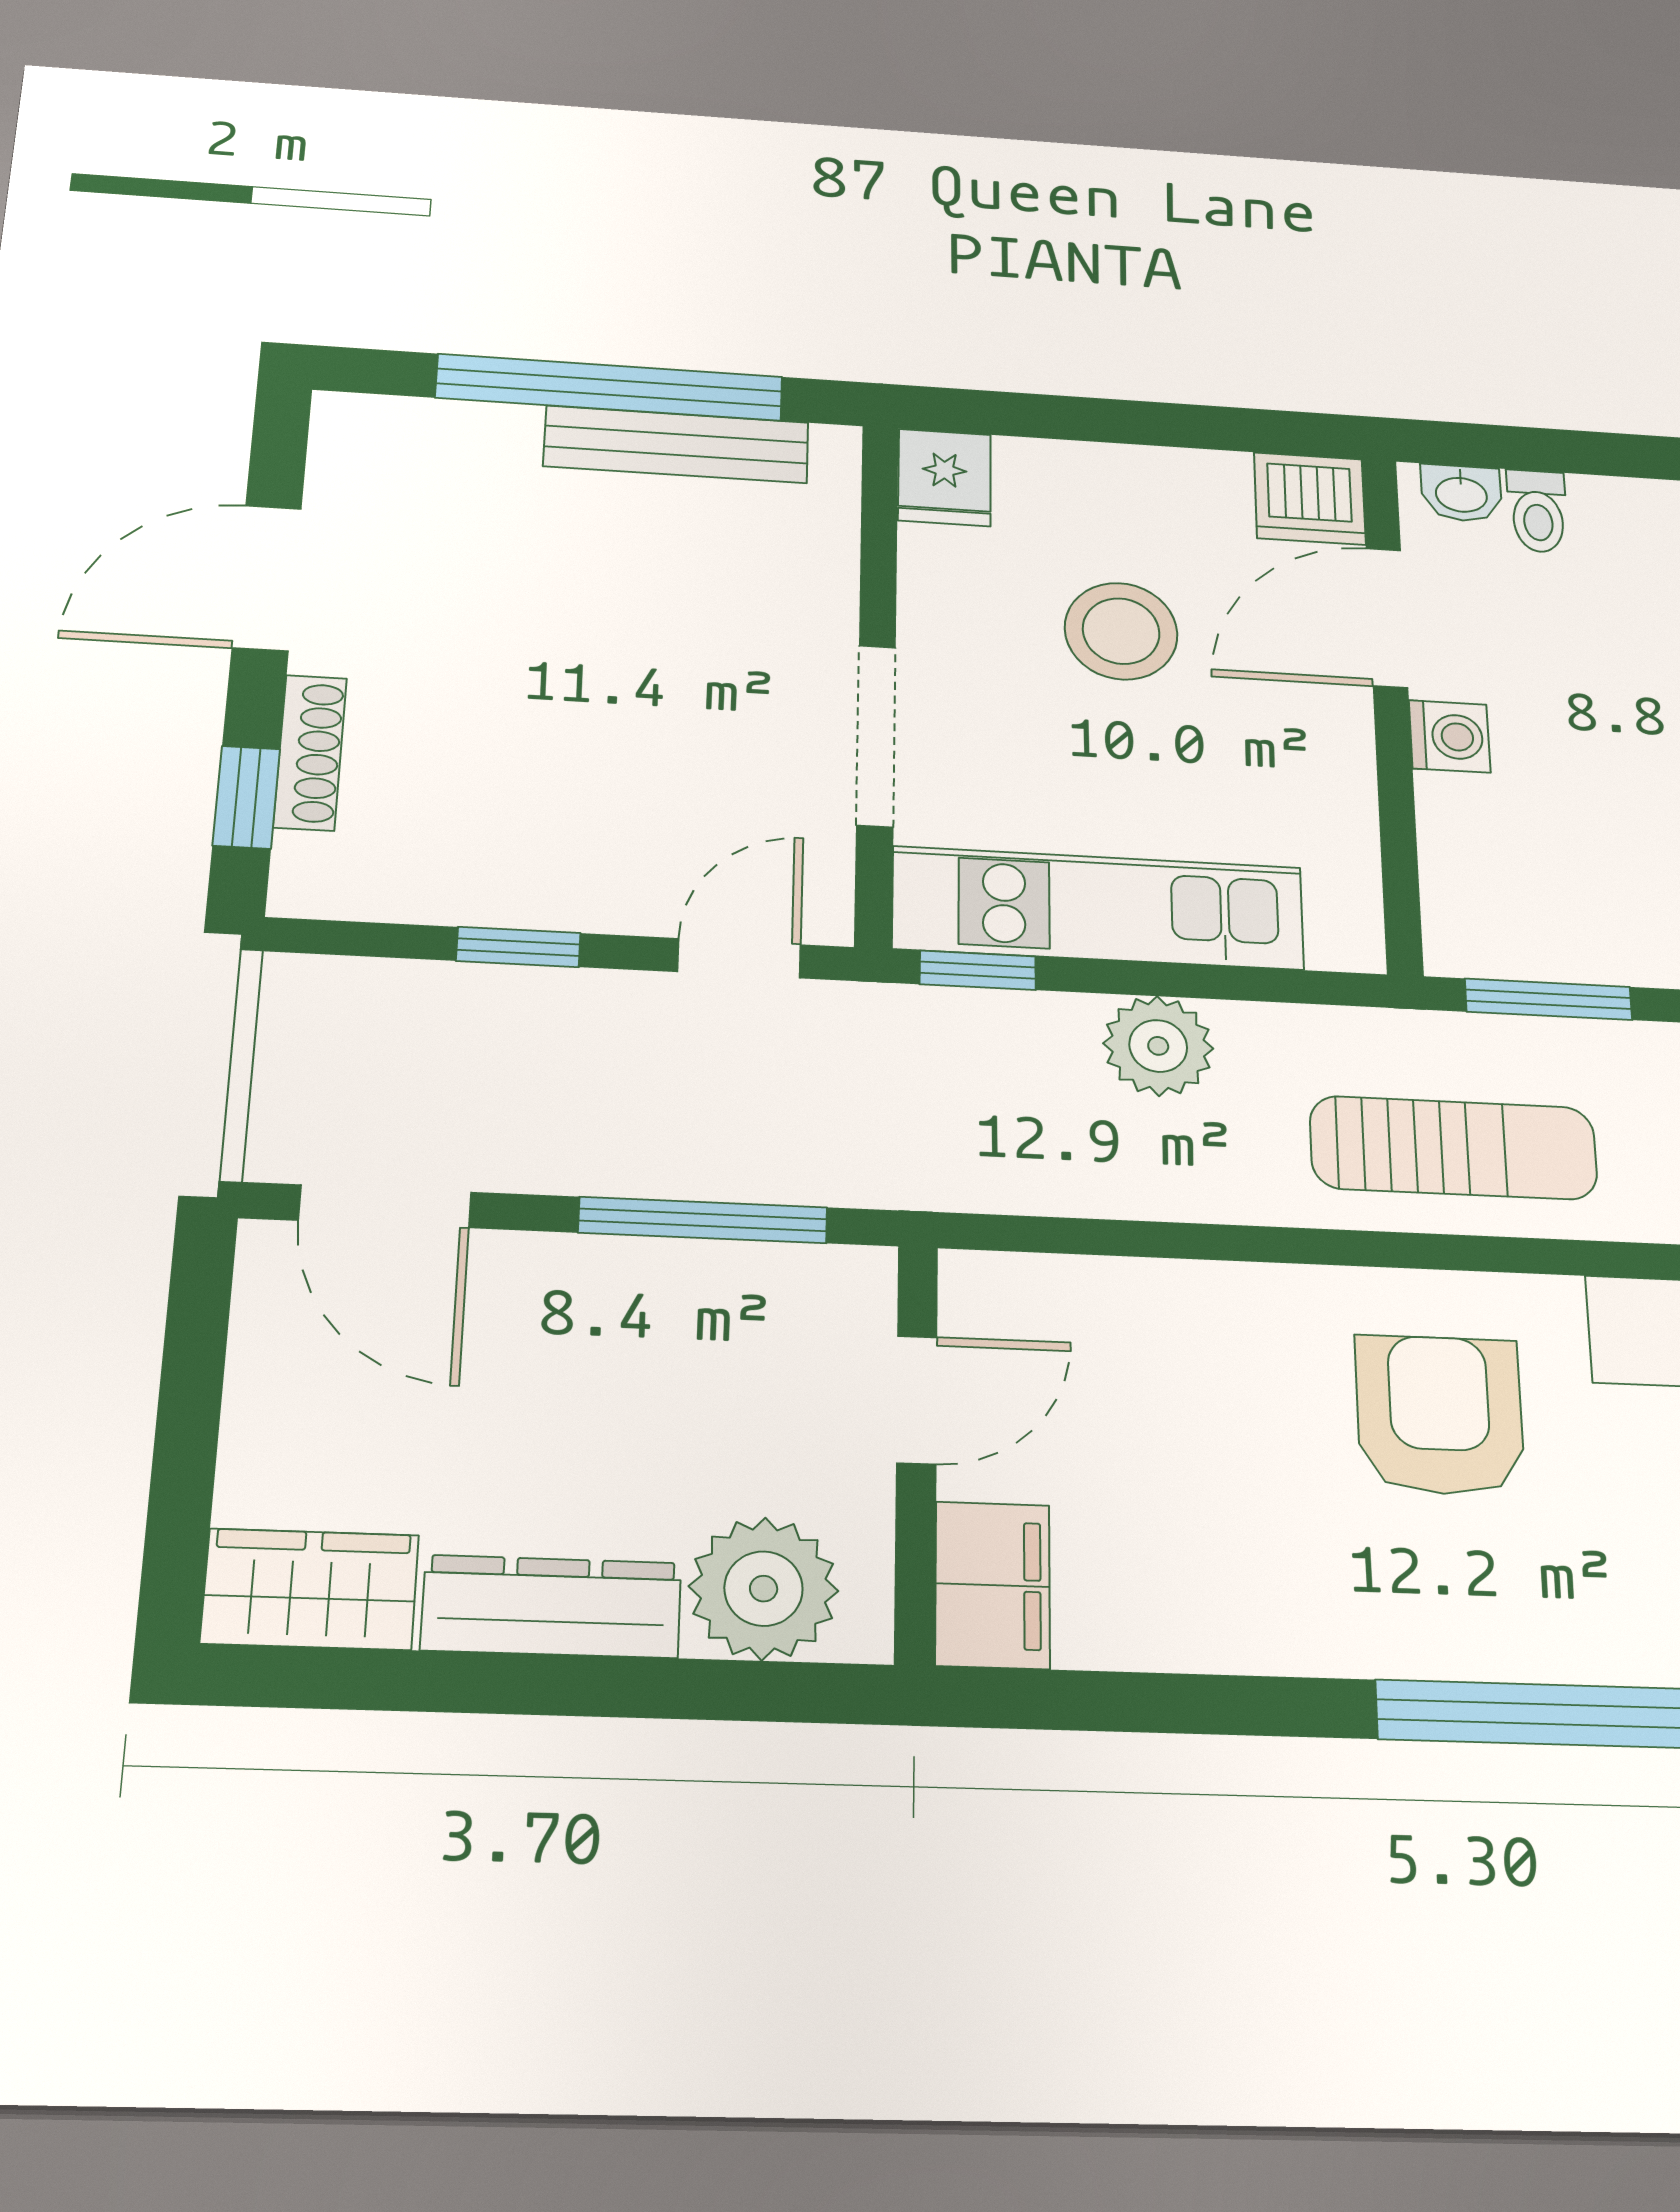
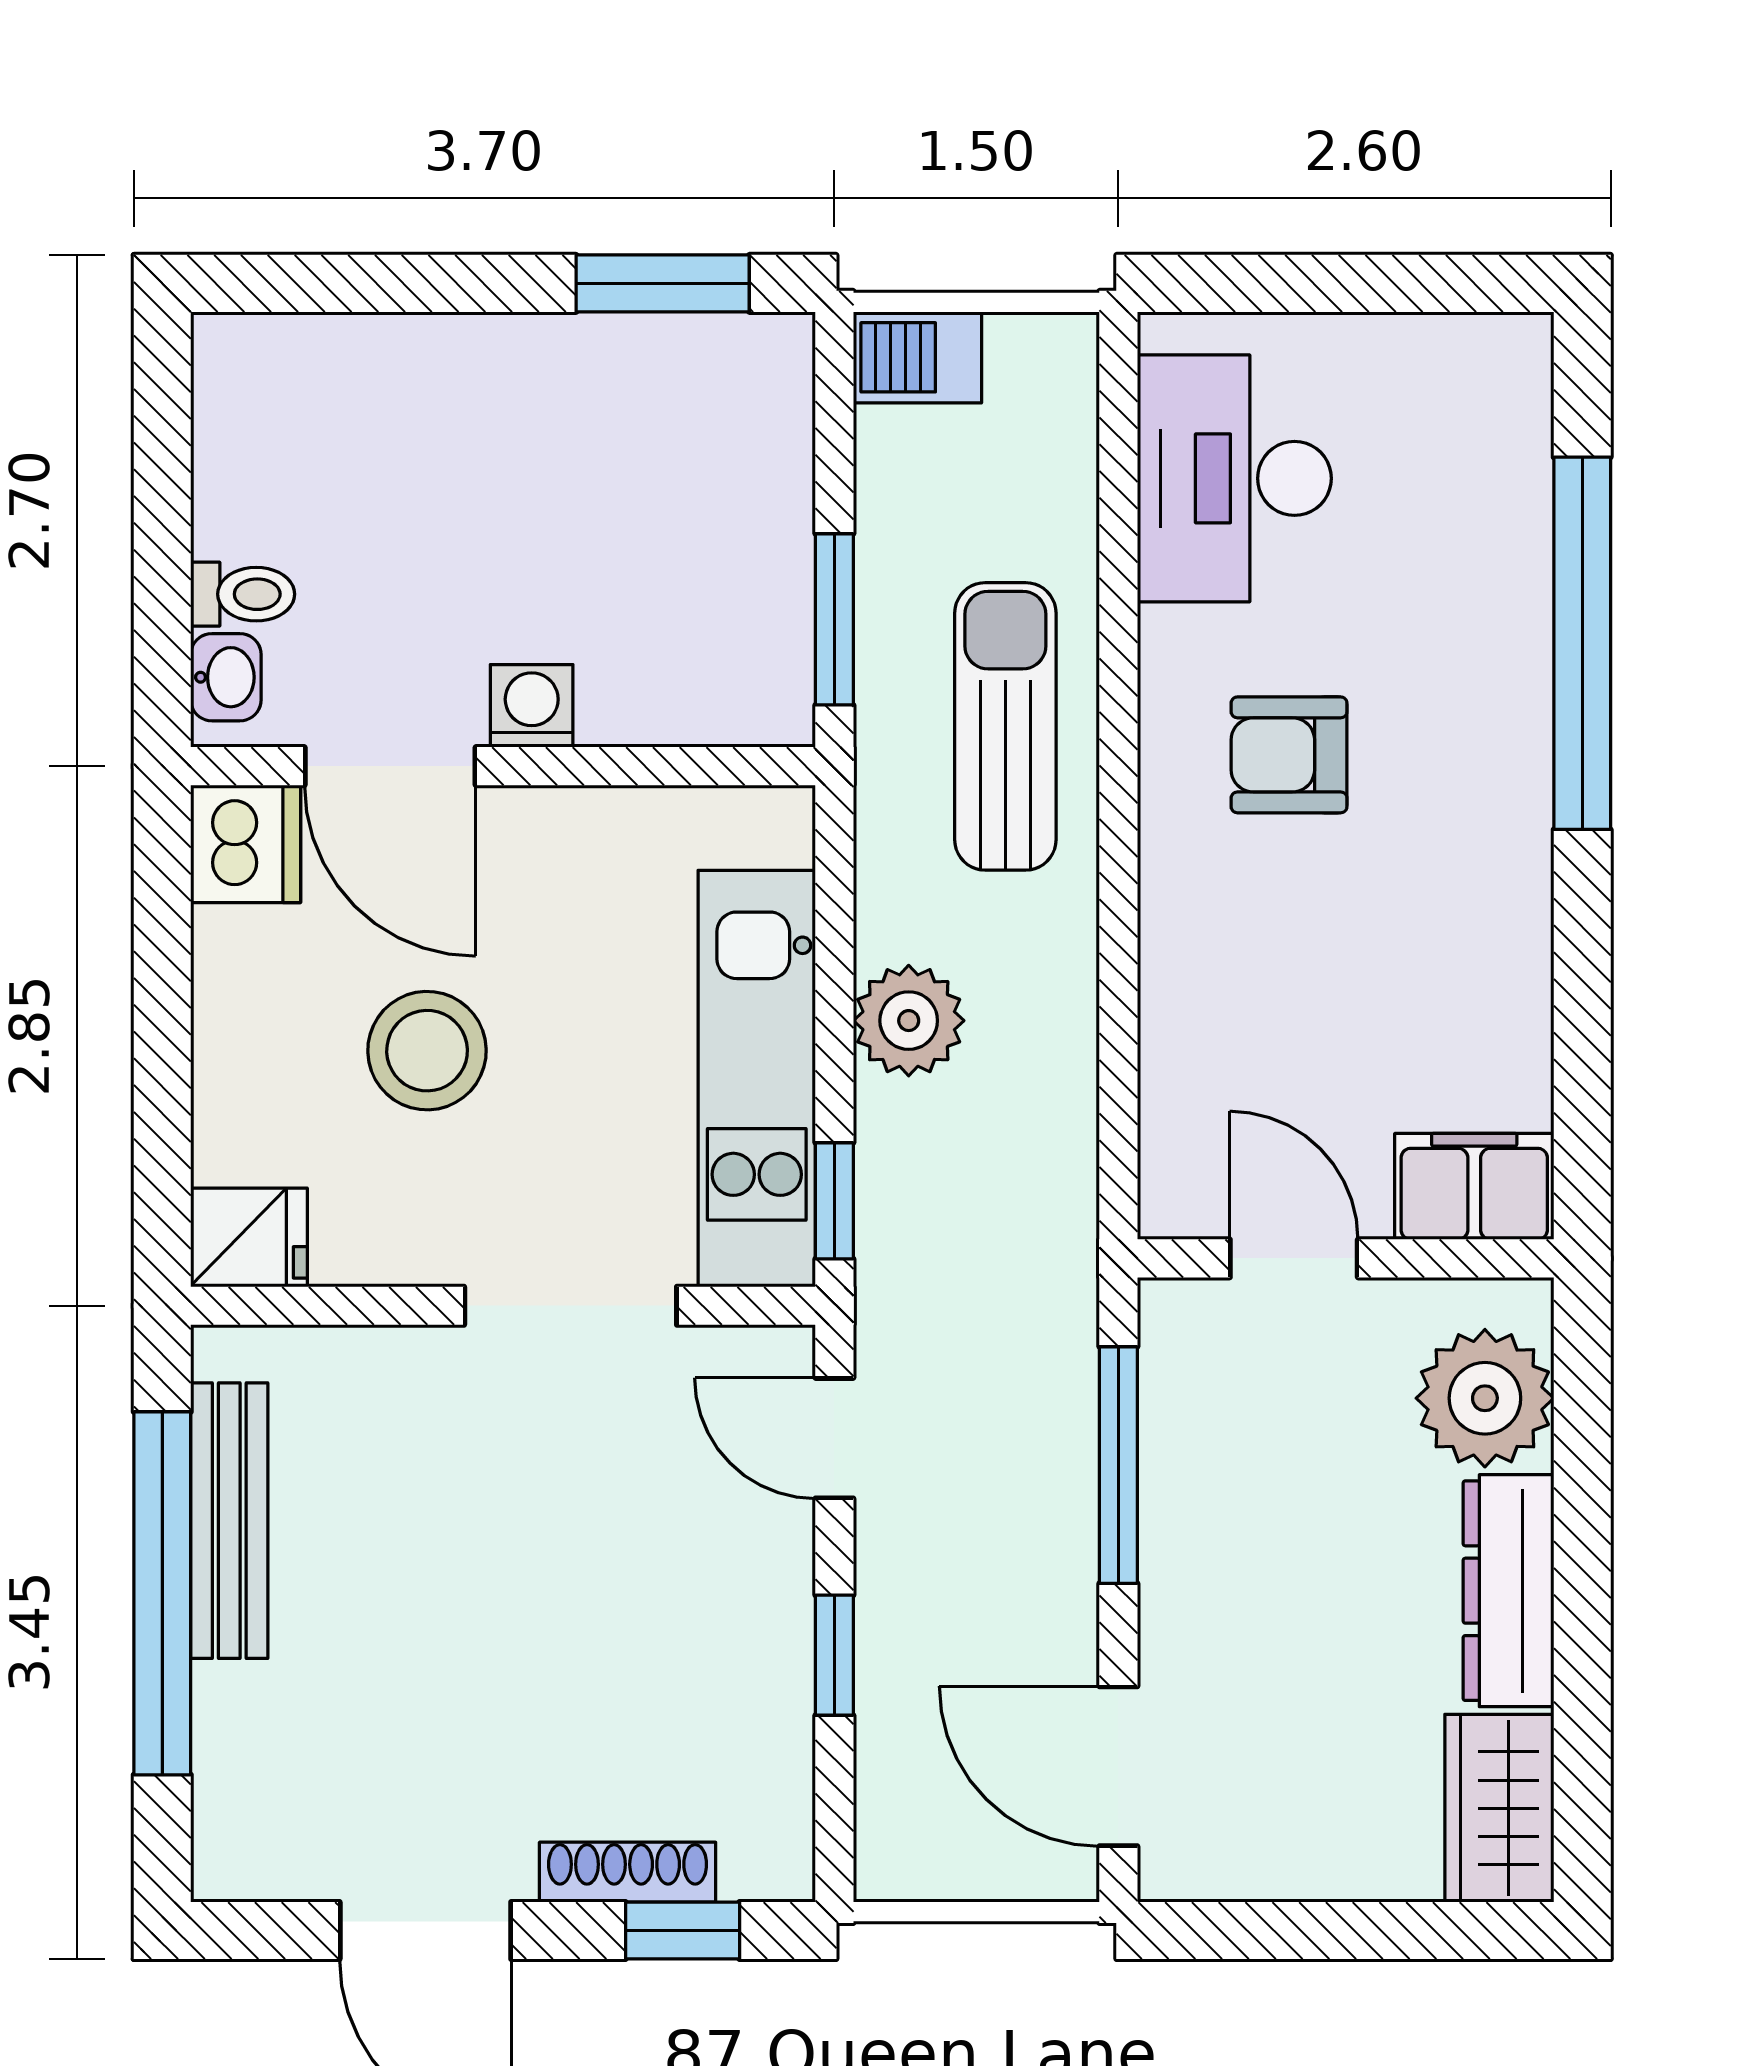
door: (385, 1206) -> (1118, 1766), swing flipped
armchair: (1440, 1415) -> (1289, 755), width x0.72, depth x0.72

